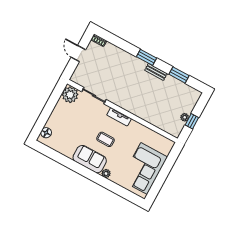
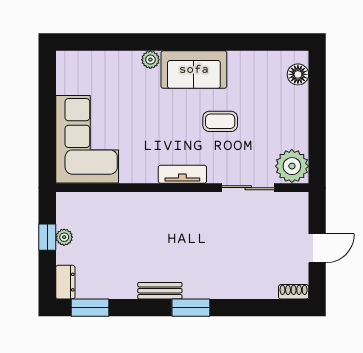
door: (78, 53) -> (317, 248), hinge flipped
window: (179, 75) -> (90, 308), moved
dresser: (195, 98) -> (65, 282), added
coffee table: (105, 139) -> (220, 121), moved
corner sofa: (144, 168) -> (87, 139), moved

